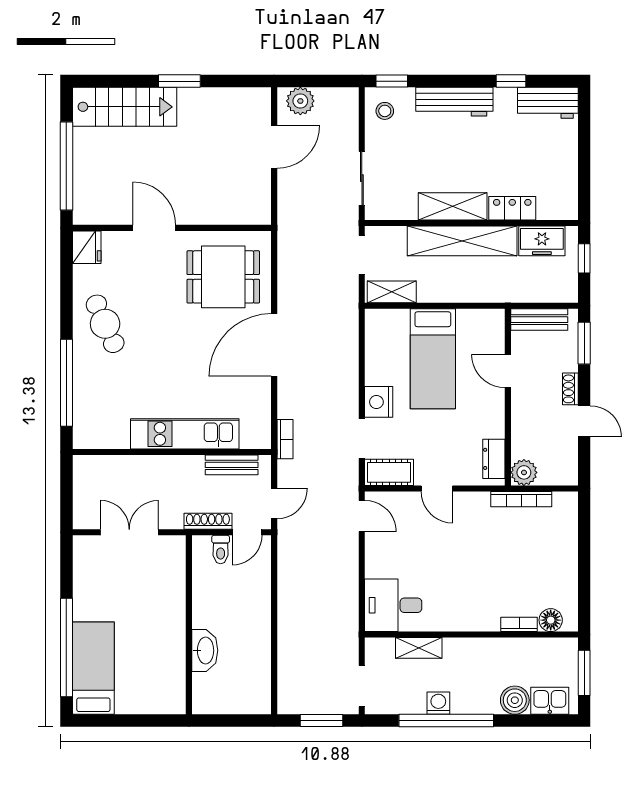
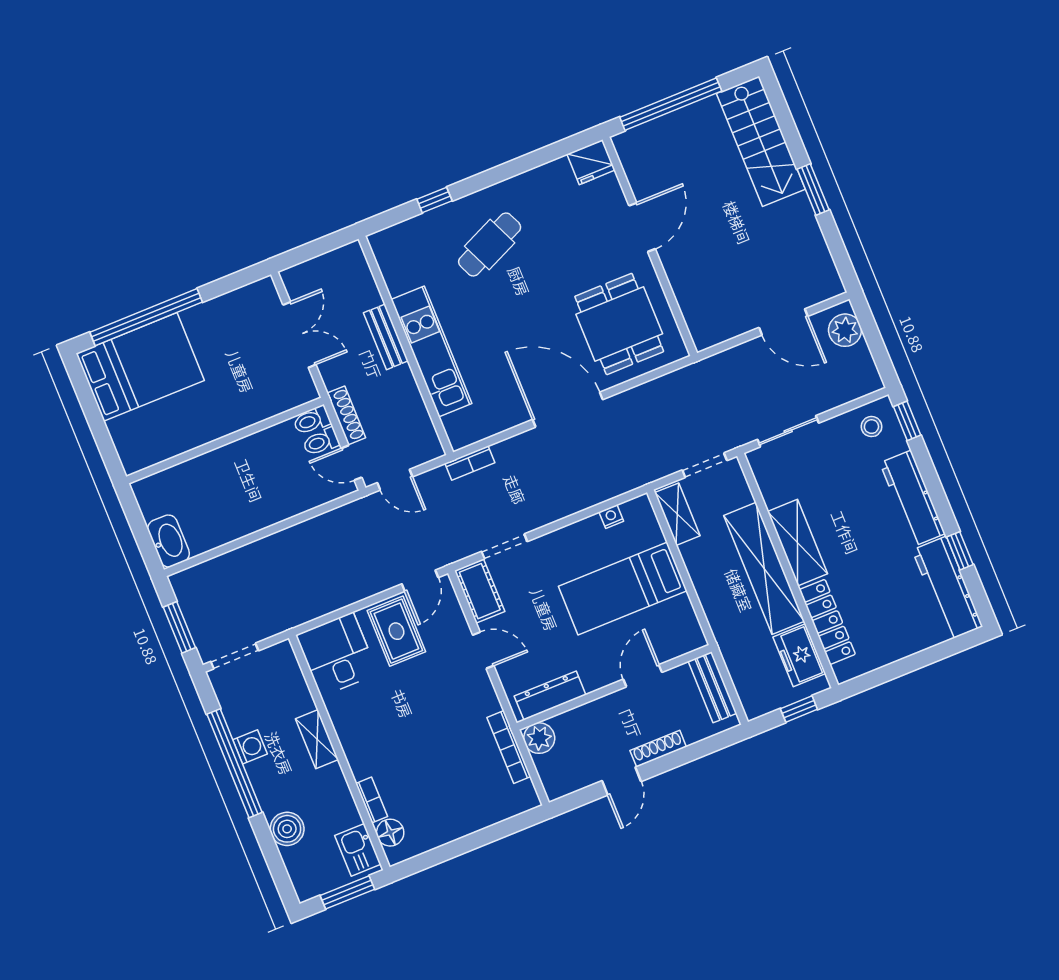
workbench: (548, 103) -> (947, 588), width x1.37
locker: (512, 208) -> (827, 622), width x1.53
cafe table: (105, 324) -> (490, 244), moved
window: (584, 343) -> (707, 746), removed
window: (66, 383) -> (434, 200), width x0.32
shoe rack: (570, 389) -> (658, 749), width x1.43
nightstand: (379, 402) -> (611, 517), moved, width x0.53, depth x0.56
dresser: (494, 459) -> (550, 696), width x1.44
bench: (232, 465) -> (386, 337), moved
door: (437, 488) -> (483, 650), swing flipped
toilet: (201, 550) -> (312, 420), added
rug: (394, 551) -> (396, 631), added
shelving: (419, 648) -> (317, 739), moved
washbasin: (205, 650) -> (169, 541), moved, turned -90
bed: (93, 668) -> (140, 367), width x1.50
kitchen sink: (550, 701) -> (358, 850), moved, turned 180

